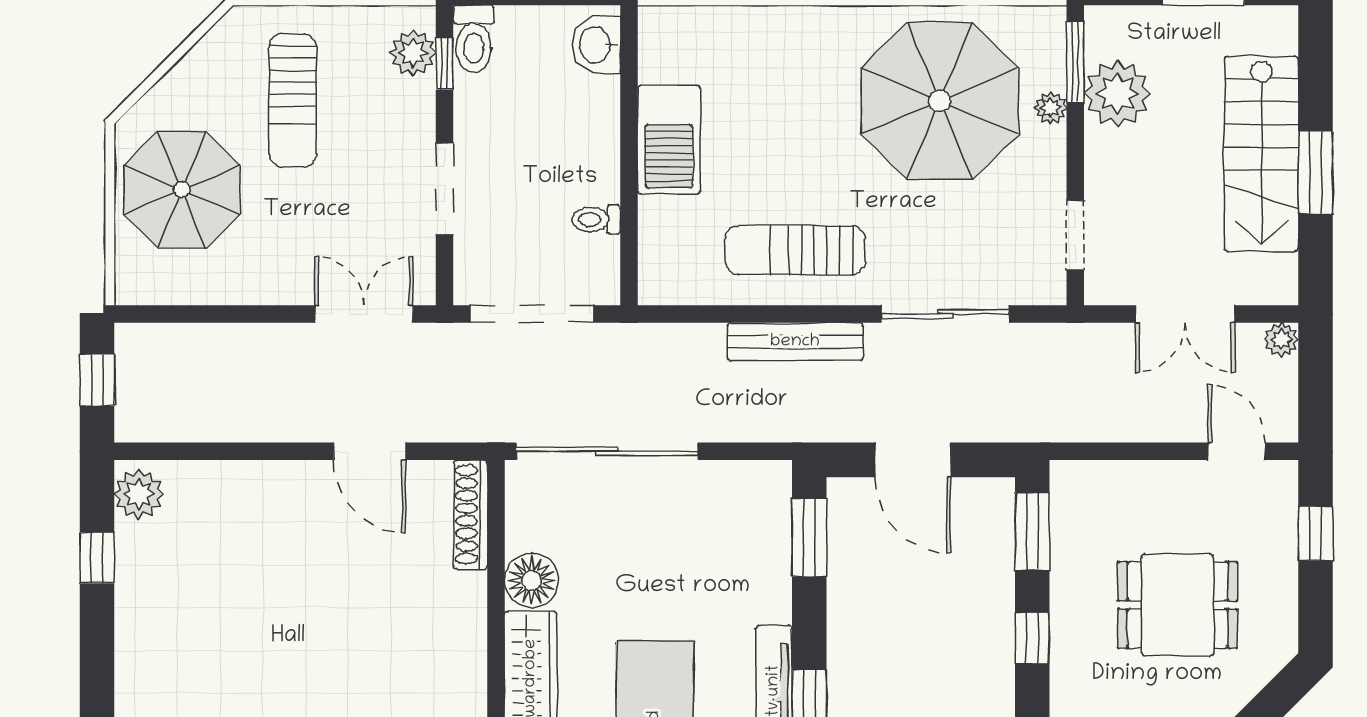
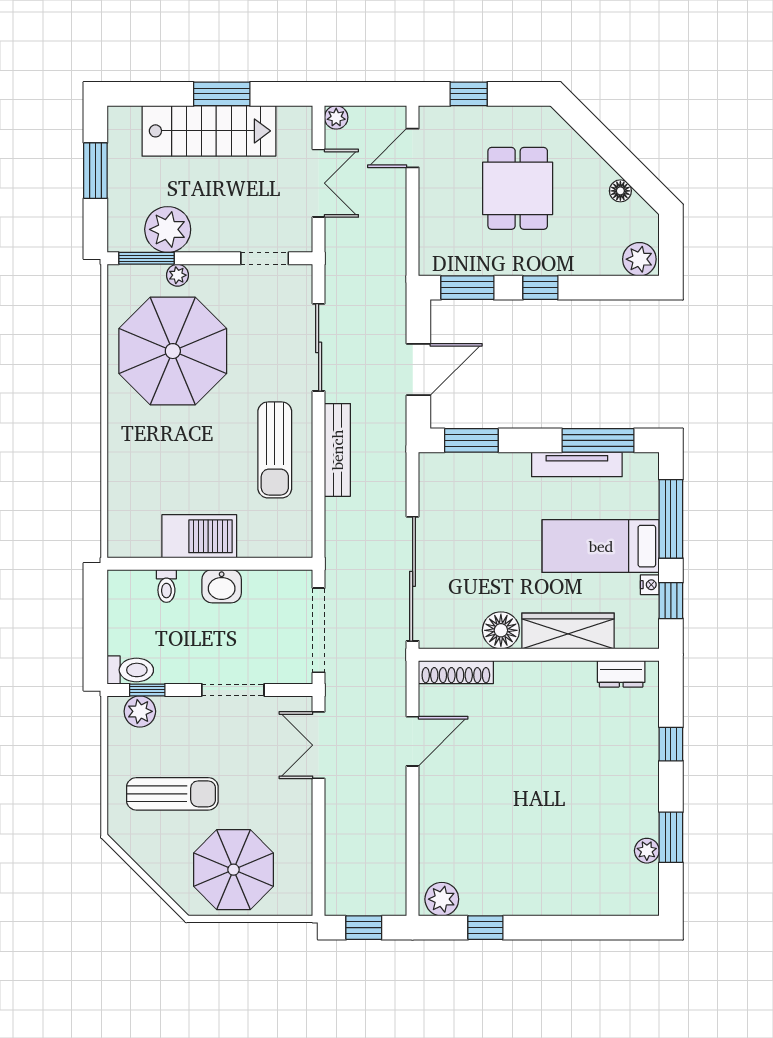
washbasin: (596, 45) -> (222, 586), moved
toilet: (596, 219) -> (166, 586), moved

